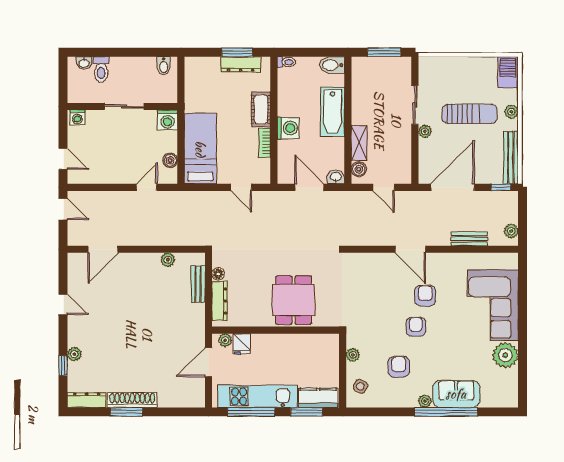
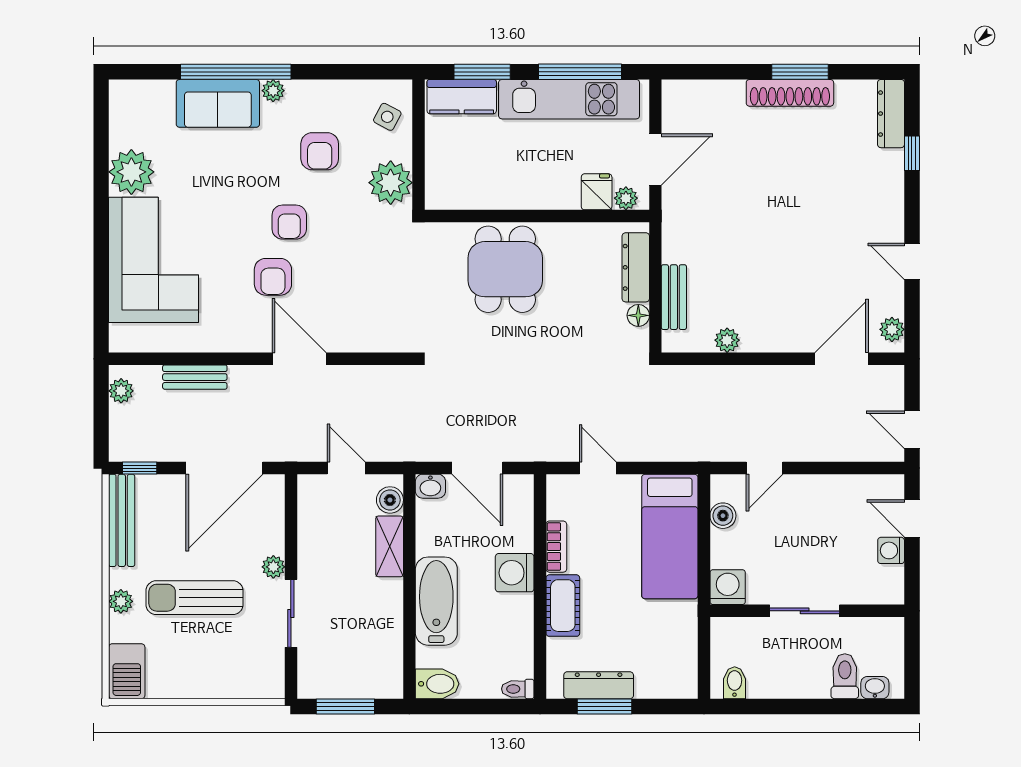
washing machine: (77, 117) -> (891, 550), moved, turned -90
plant: (74, 354) -> (892, 329), moved
plant: (353, 355) -> (391, 183), width x1.87, depth x1.87
dresser: (87, 400) -> (891, 114), moved, turned 90

